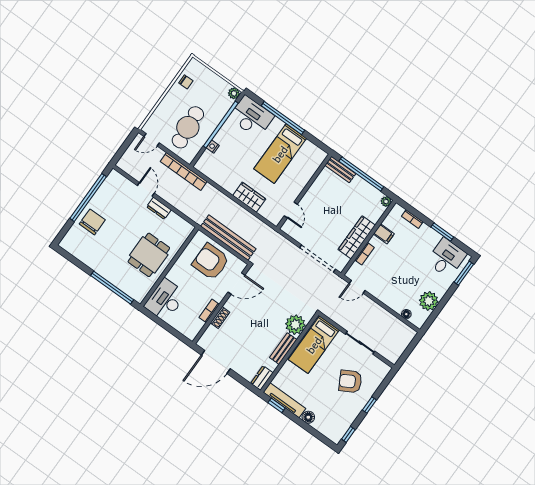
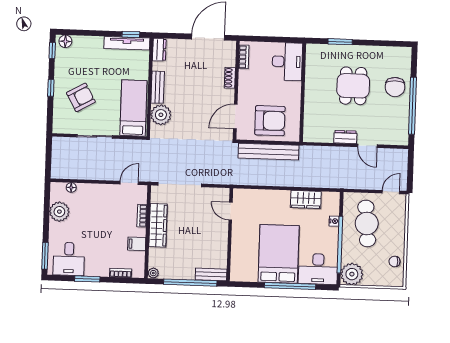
plant: (234, 93) -> (352, 274), width x1.88, depth x1.88
bed: (280, 154) -> (279, 254), width x1.50
bookcase: (184, 172) -> (345, 183), removed
wardrobe: (249, 197) -> (306, 199), moved
dining table: (149, 255) -> (353, 86), moved
window: (112, 288) -> (340, 42), width x0.47
bookcase: (209, 311) -> (244, 57), moved
floor lamp: (308, 417) -> (65, 41), moved

